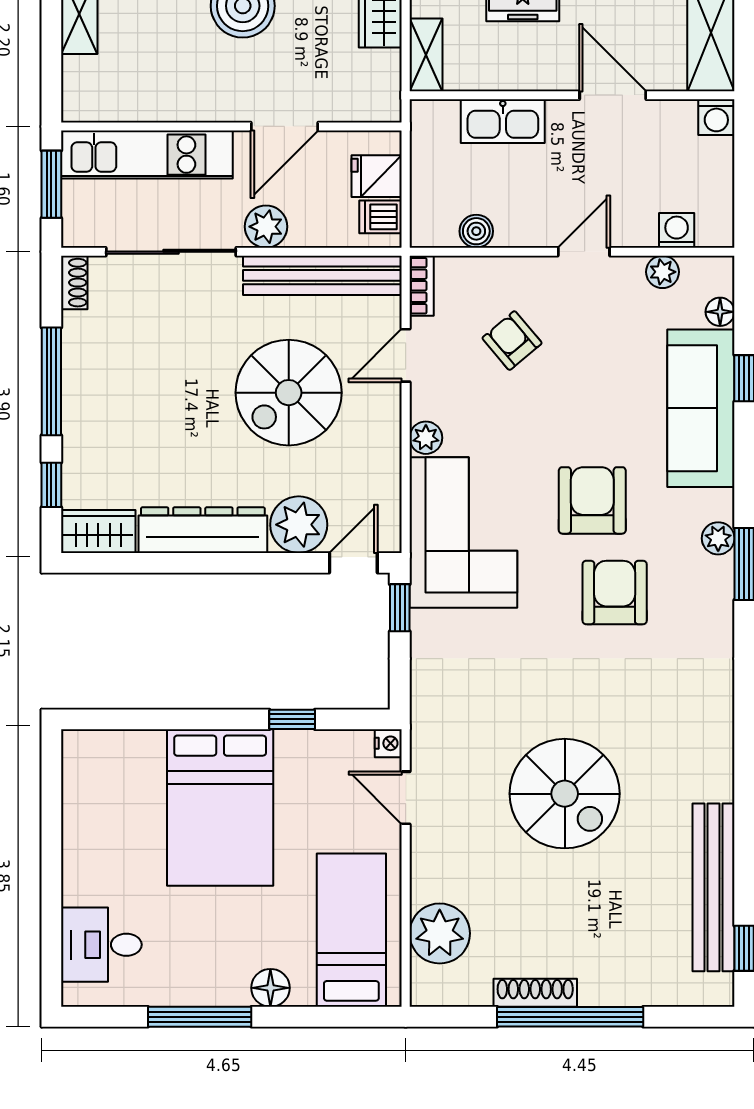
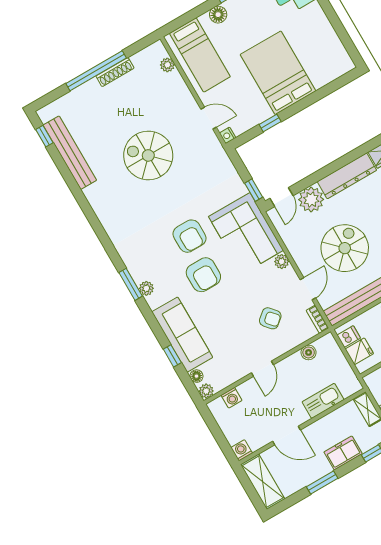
plant: (662, 272) -> (206, 391), moved
armchair: (615, 593) -> (190, 236), moved
plant: (440, 933) -> (167, 65), width x0.53, depth x0.53

